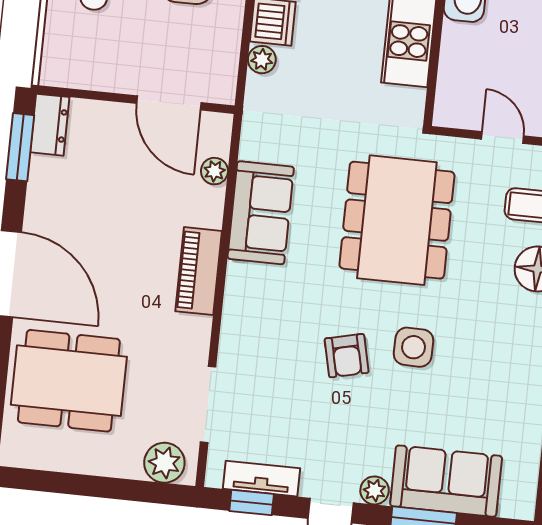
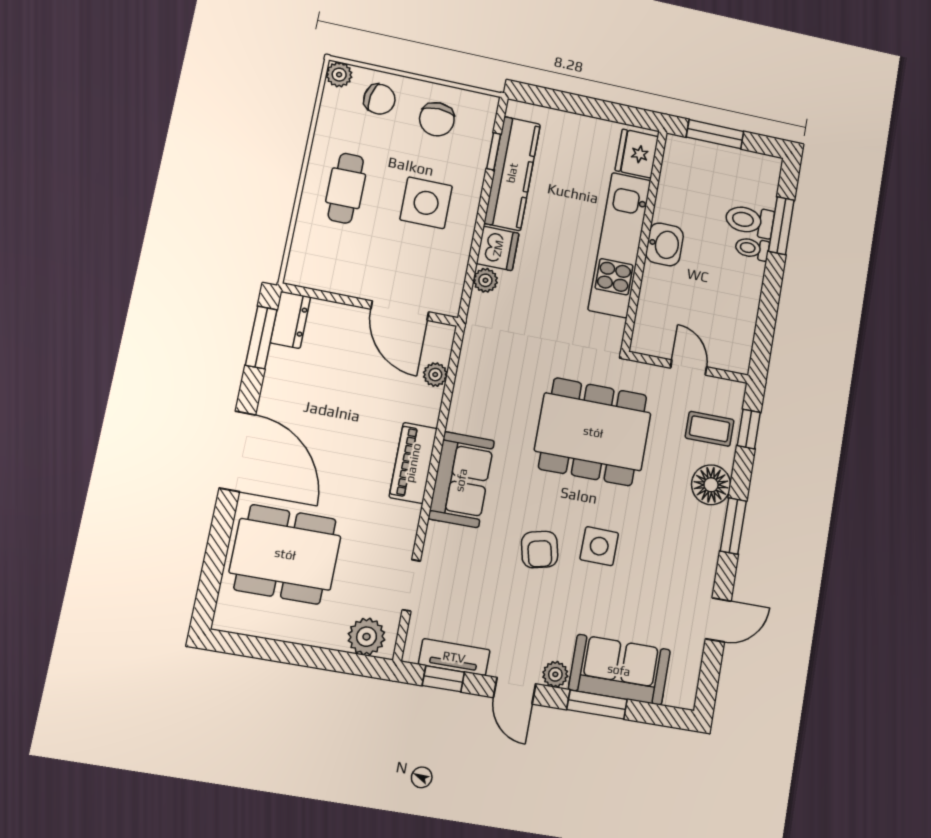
sofa: (261, 213) -> (461, 480), moved
dining table: (397, 220) -> (593, 432), turned 90
doorway: (208, 405) -> (411, 585), width x0.73

